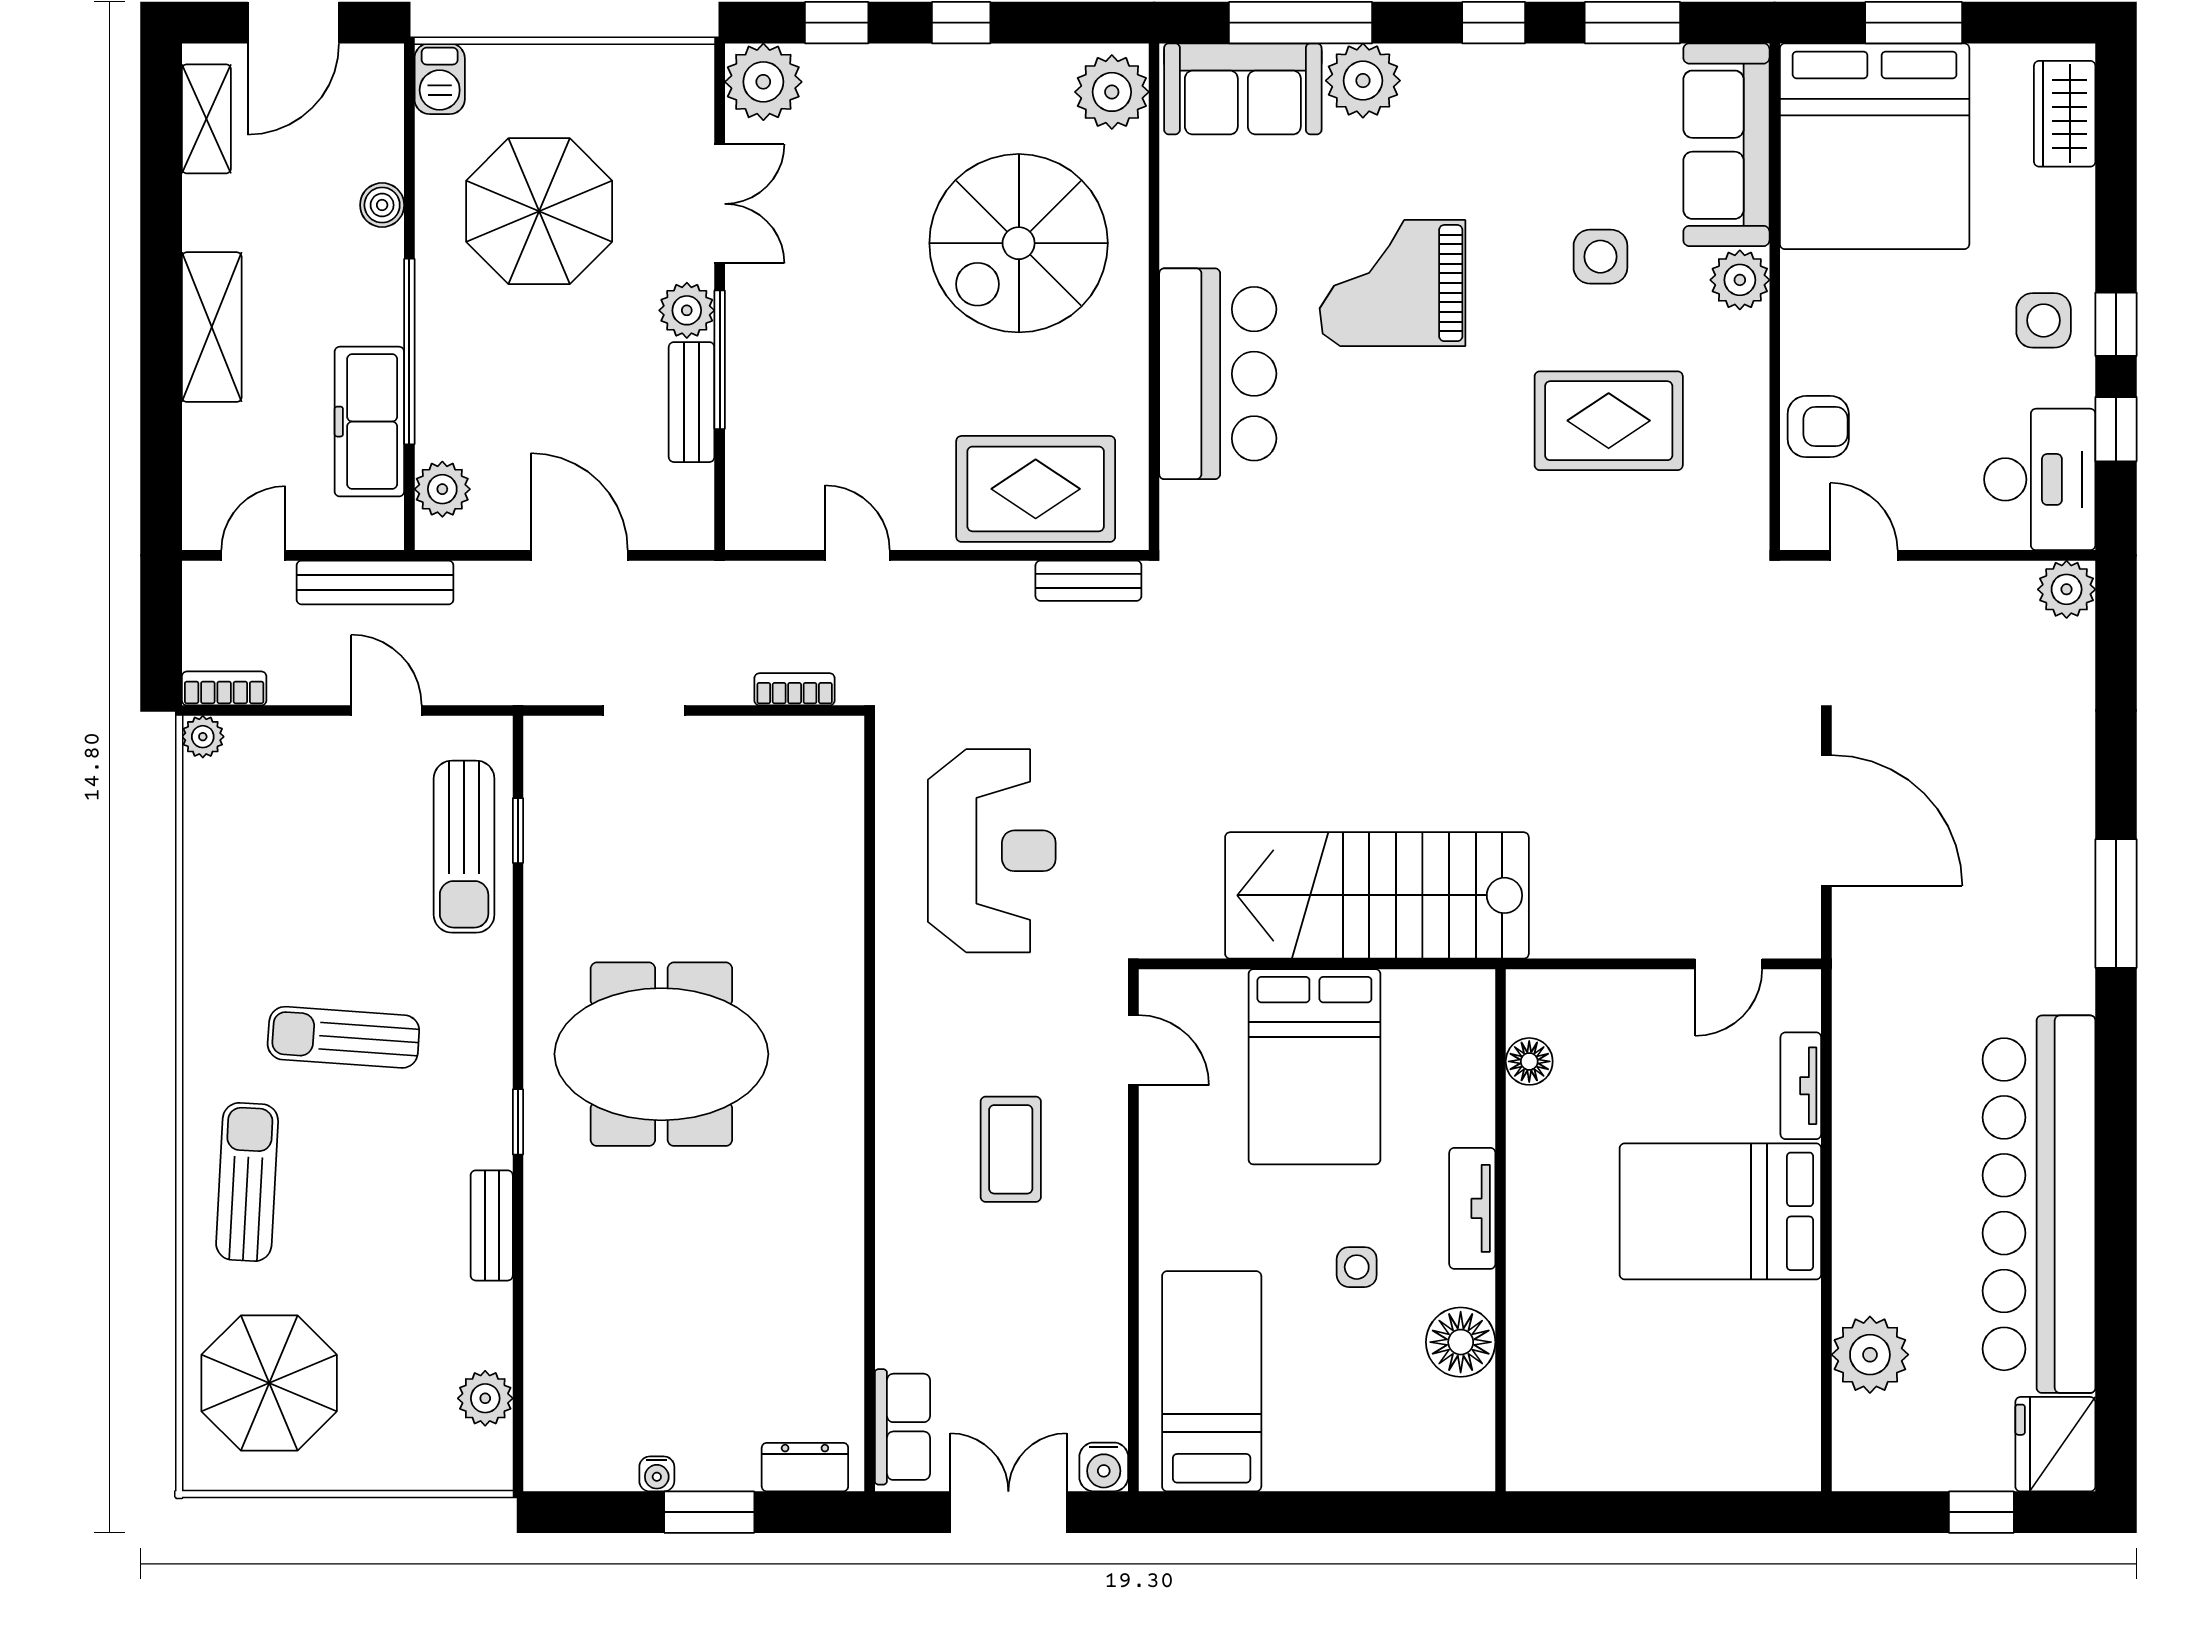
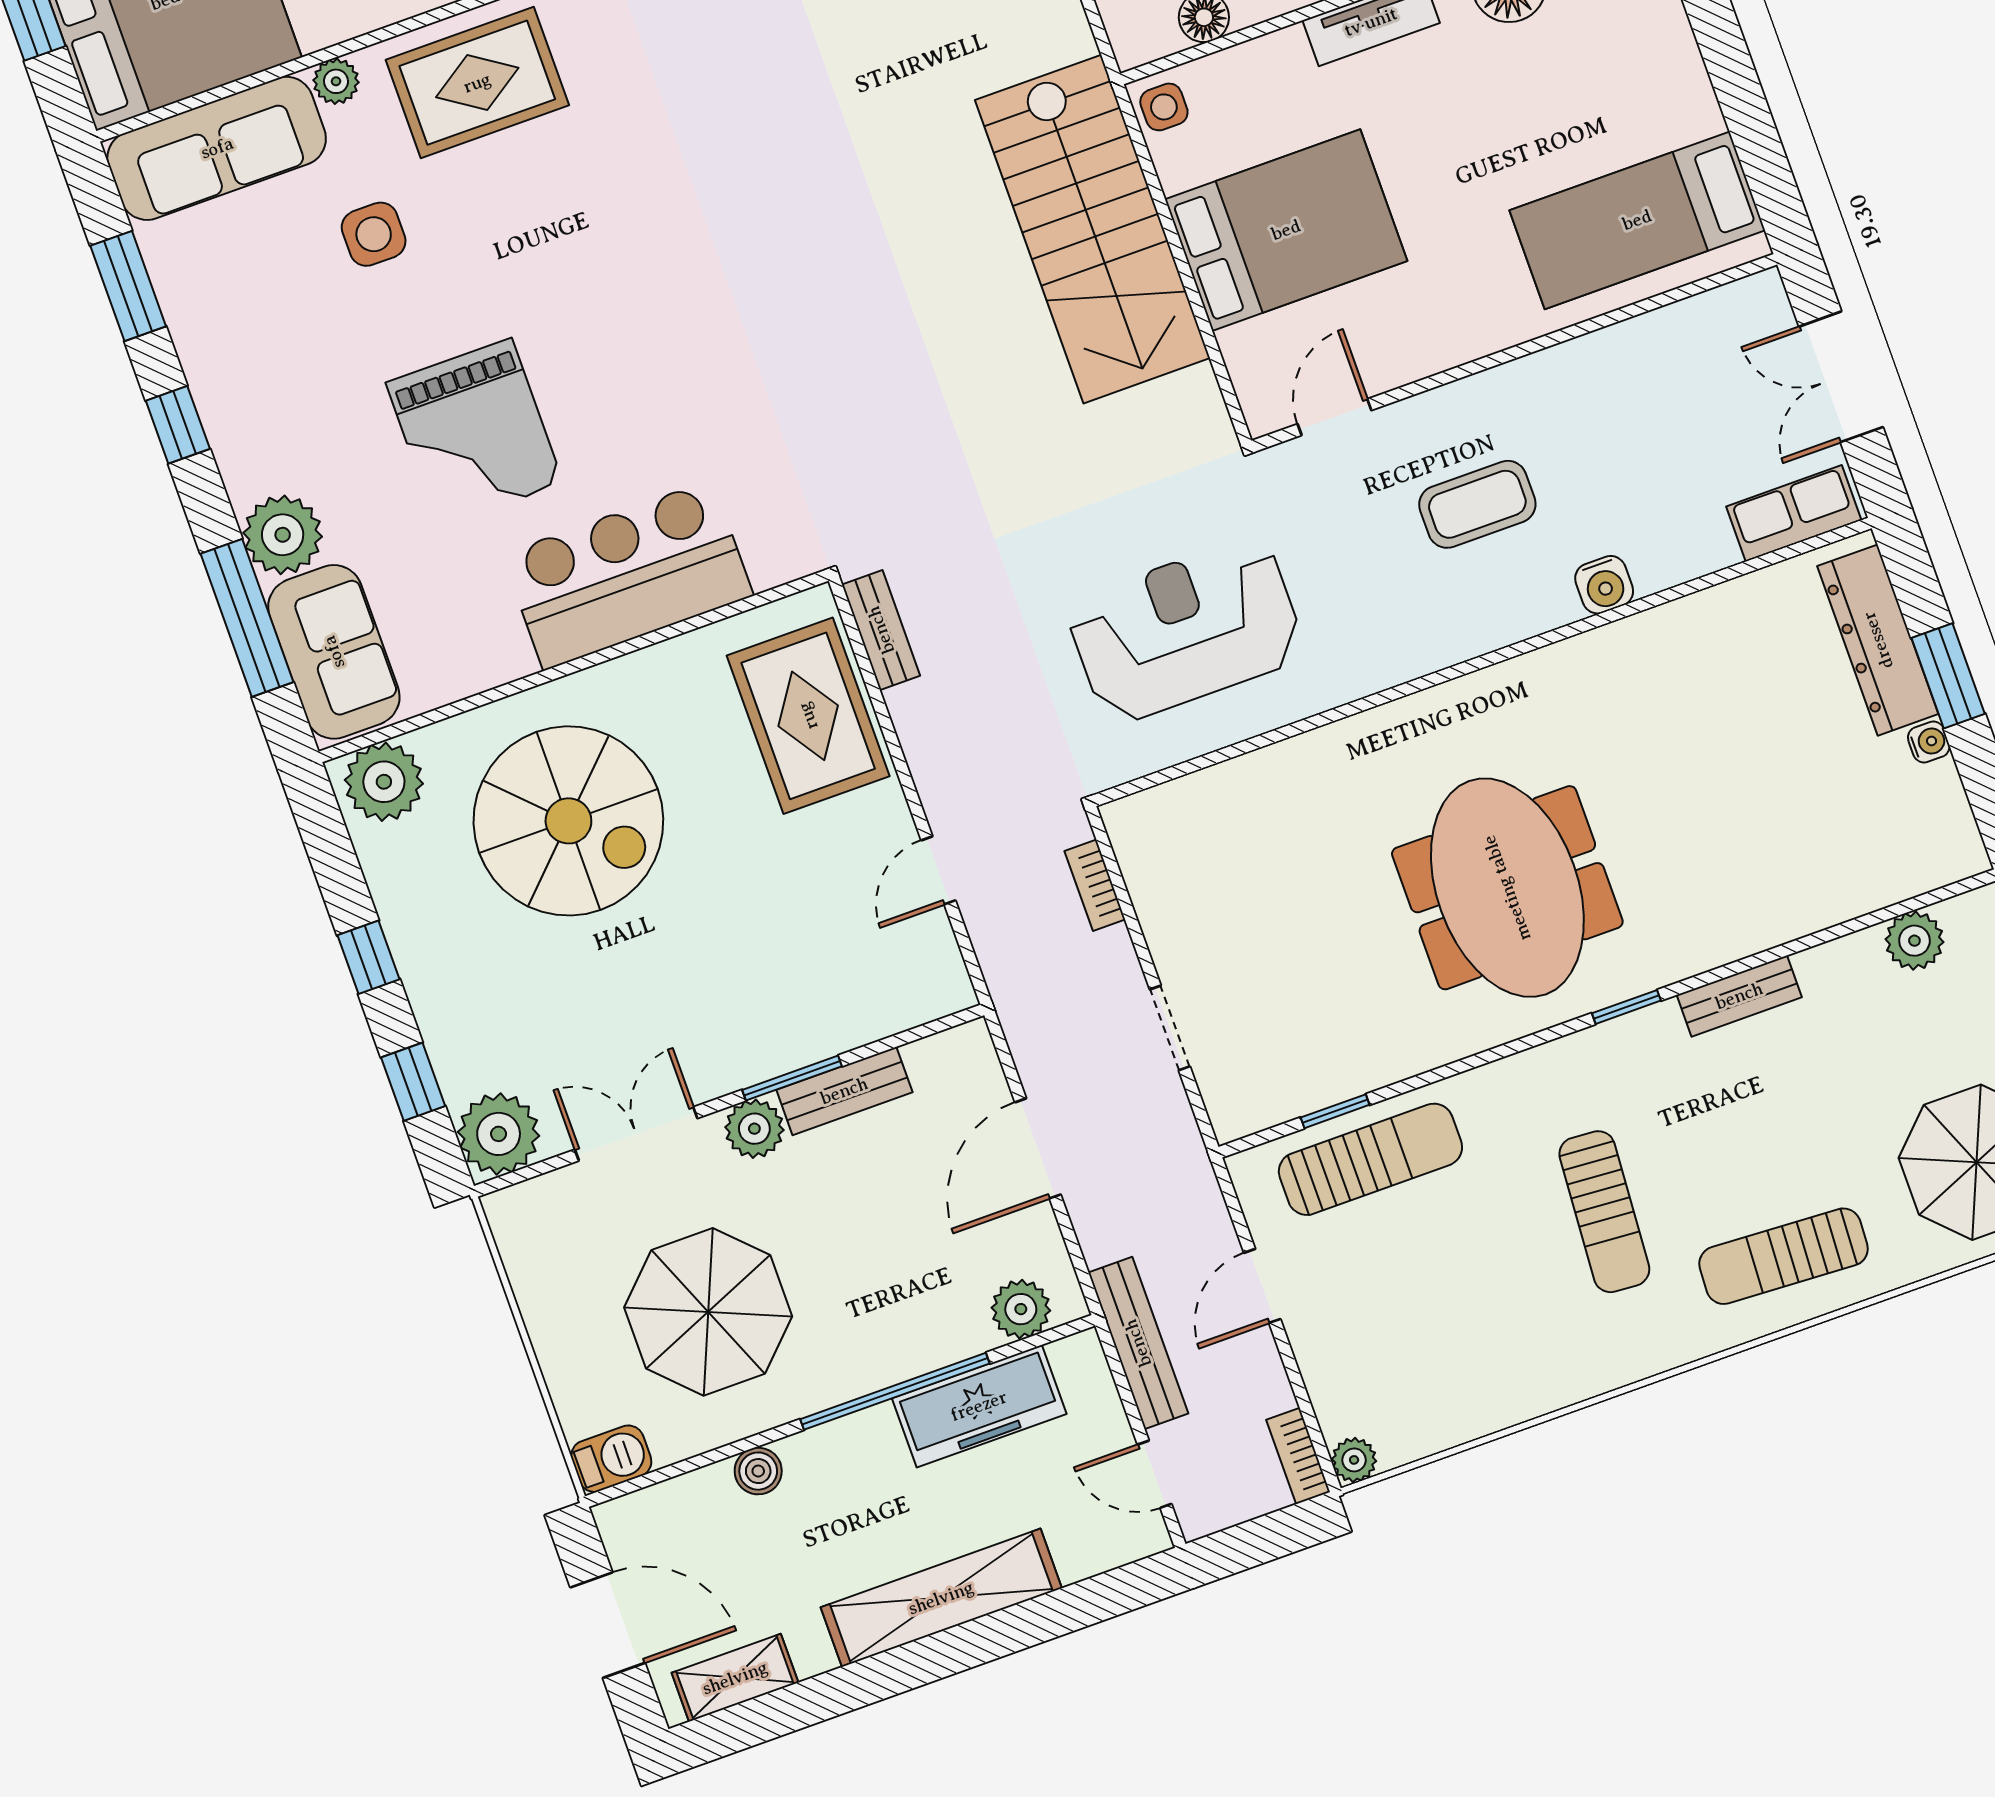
plant: (1740, 280) -> (336, 81), width x0.73, depth x0.73
shelving: (212, 327) -> (941, 1598), width x1.47
window: (720, 360) -> (792, 1078), width x0.69
rug: (1609, 421) -> (477, 83), moved, turned 90
side table: (1357, 1267) -> (1164, 107), moved
dresser: (805, 1467) -> (1878, 640), width x1.96, depth x1.24
water cooler: (1104, 1467) -> (1604, 585), moved, turned 90

